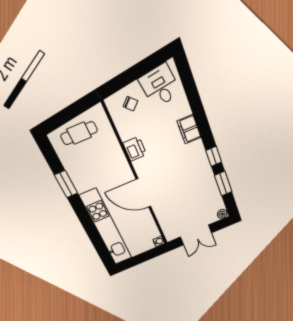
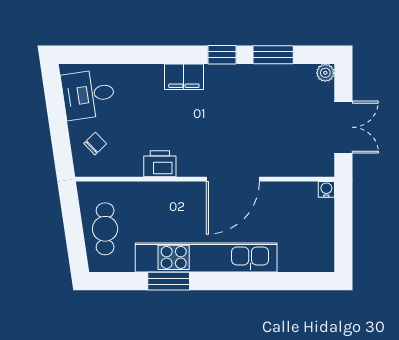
filing cabinet: (189, 129) -> (184, 77), moved
kitchen unit: (106, 228) -> (206, 257), moved

